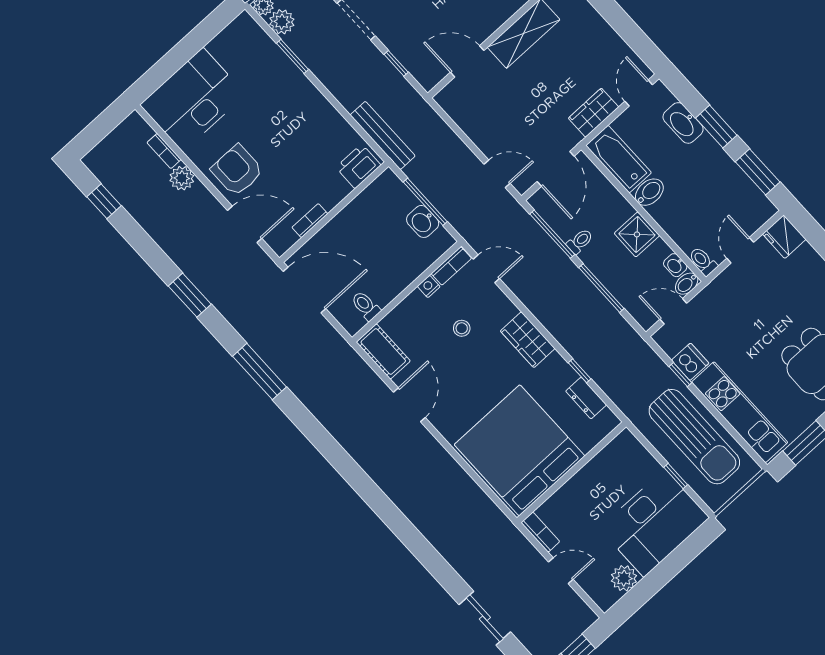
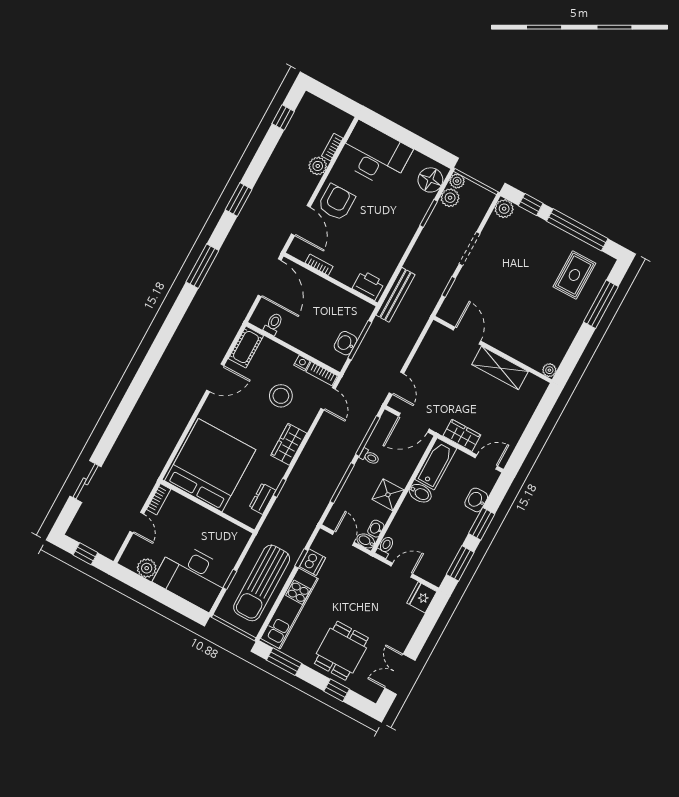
floor lamp: (250, 39) -> (430, 180), added
washbasin: (683, 123) -> (476, 500), width x0.72
stool: (462, 328) -> (281, 396), width x1.89, depth x1.89

